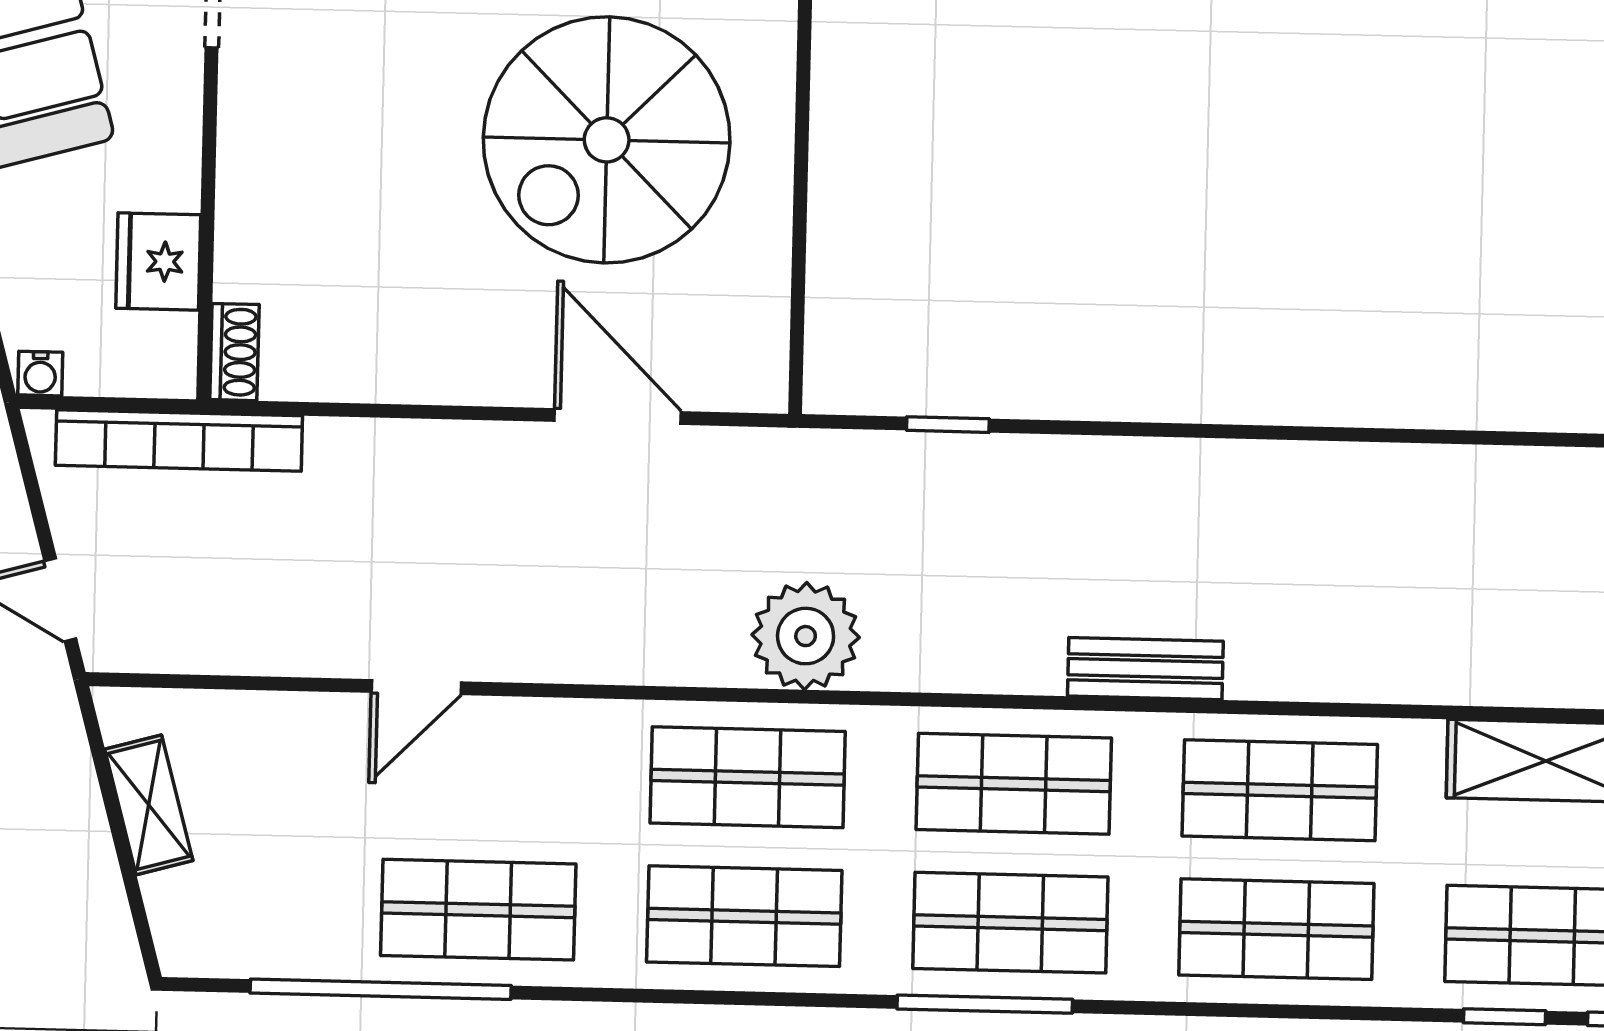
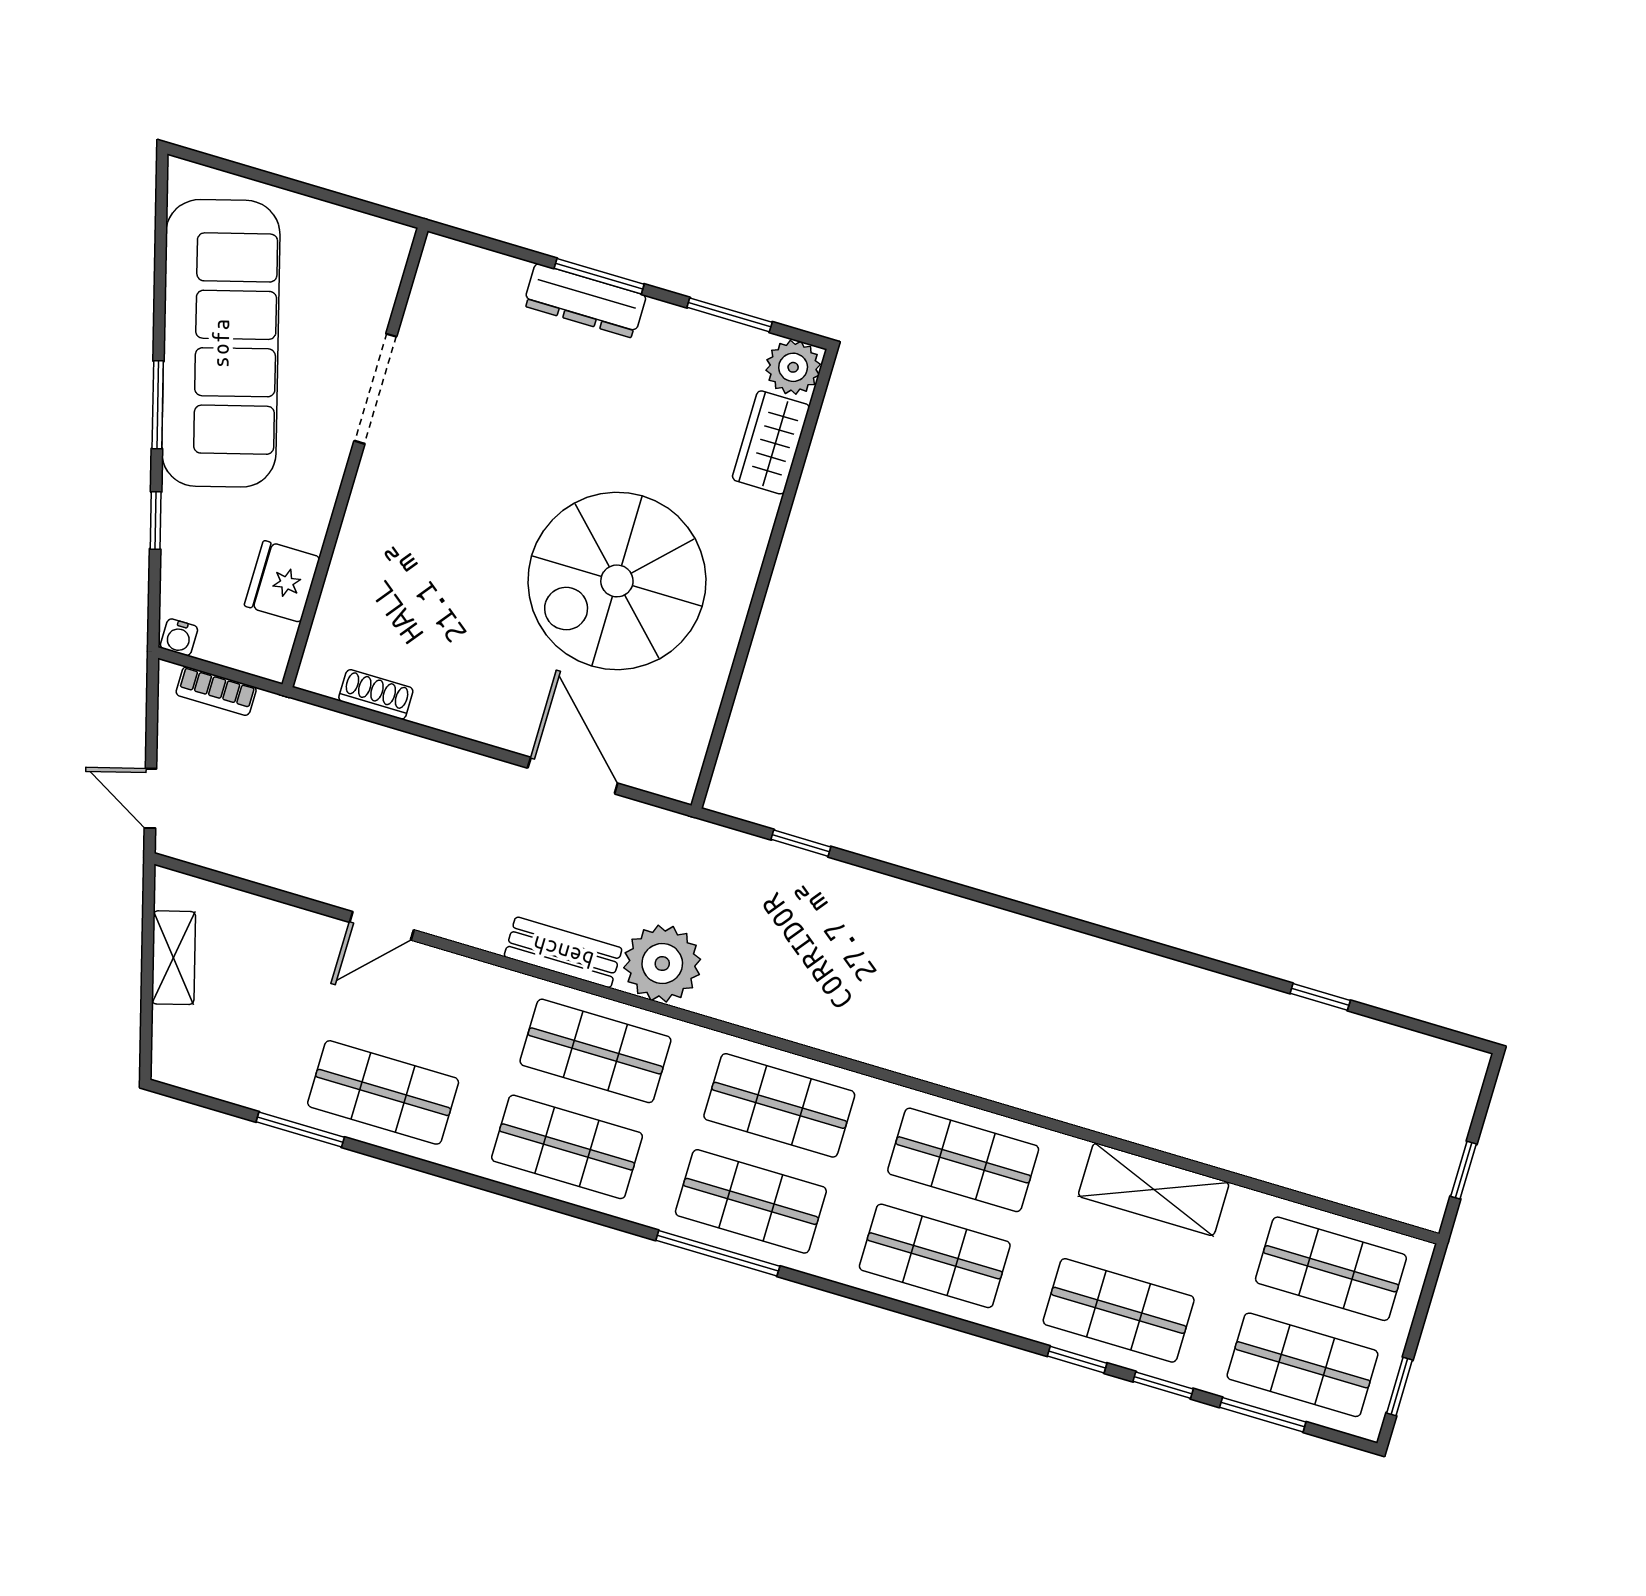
shoe rack: (234, 352) -> (376, 694), moved, turned -90
bookcase: (179, 441) -> (216, 691), width x0.43, depth x0.76
bench: (1145, 669) -> (563, 952), moved
window: (381, 989) -> (300, 1130), width x0.47

